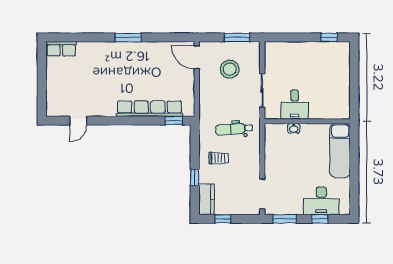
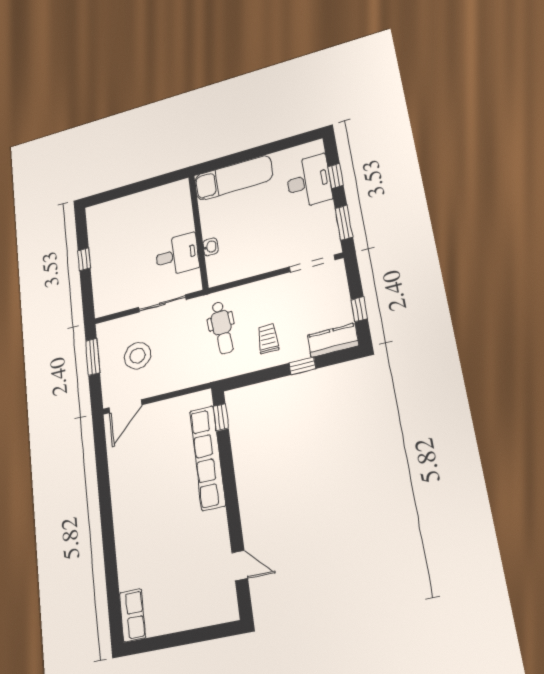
window: (128, 37) -> (106, 514), removed
window: (329, 37) -> (84, 259), moved

